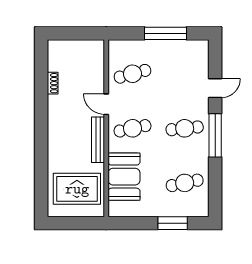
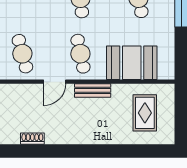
bench: (98, 140) -> (93, 90), width x0.73
rug: (77, 189) -> (145, 113), width x0.73, depth x0.70

